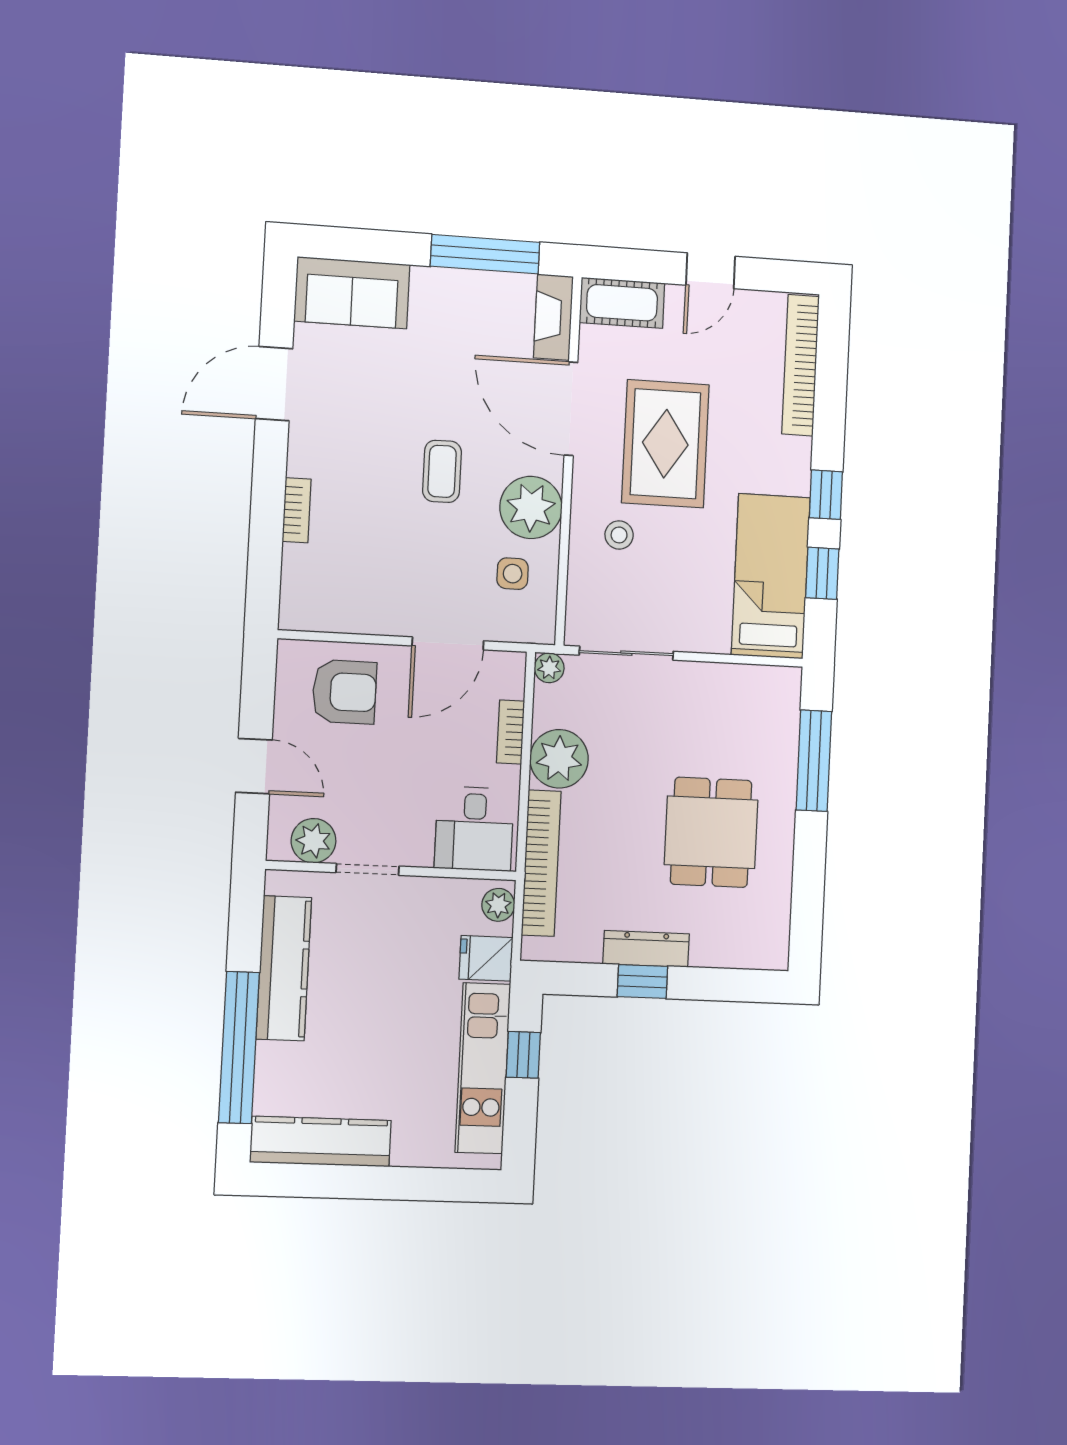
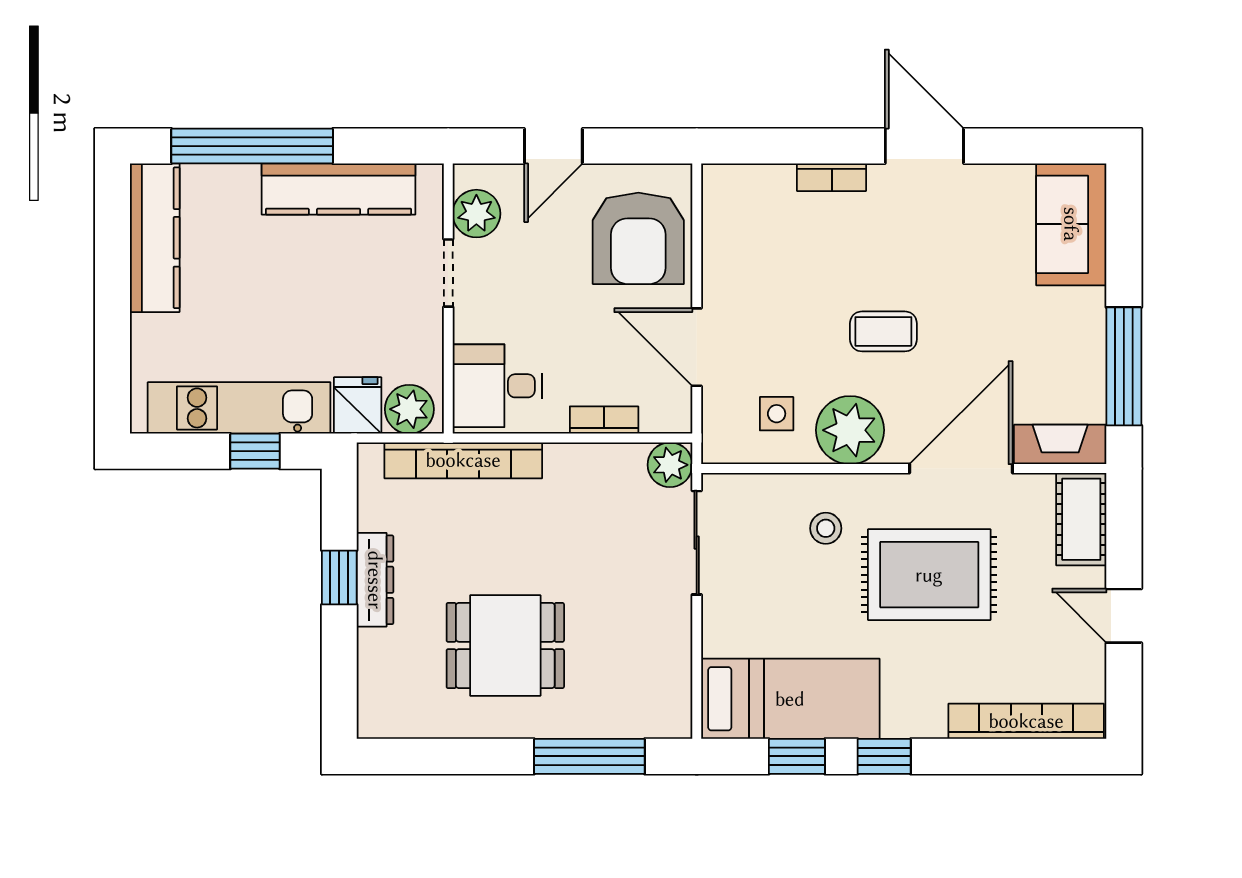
door: (274, 384) -> (924, 146), moved
plant: (549, 668) -> (670, 465), width x1.38, depth x1.38
armchair: (344, 692) -> (638, 238), width x1.36, depth x1.36
plant: (559, 759) -> (578, 474), removed
plant: (498, 905) -> (409, 409), width x1.38, depth x1.38

